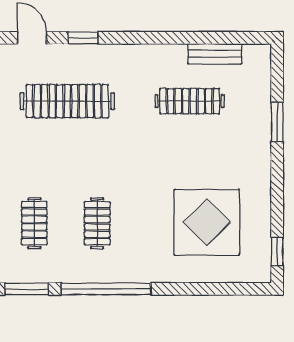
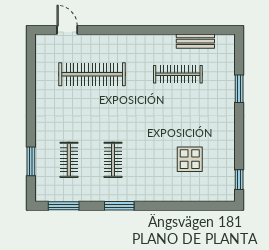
window: (83, 38) -> (103, 30), removed
display table: (207, 222) -> (190, 159), width x0.54, depth x0.54
window: (106, 289) -> (119, 206), width x0.47

